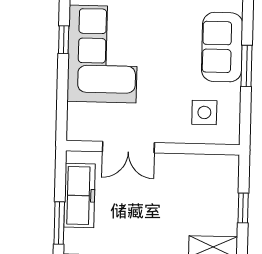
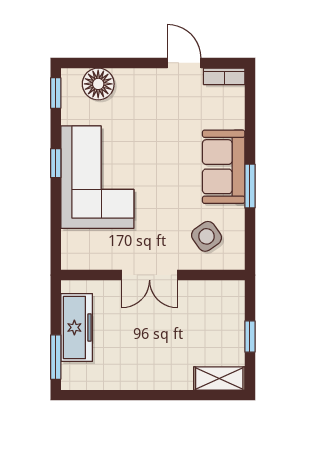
side table: (204, 112) -> (206, 236), turned -35
double door: (128, 147) -> (150, 275), moved

